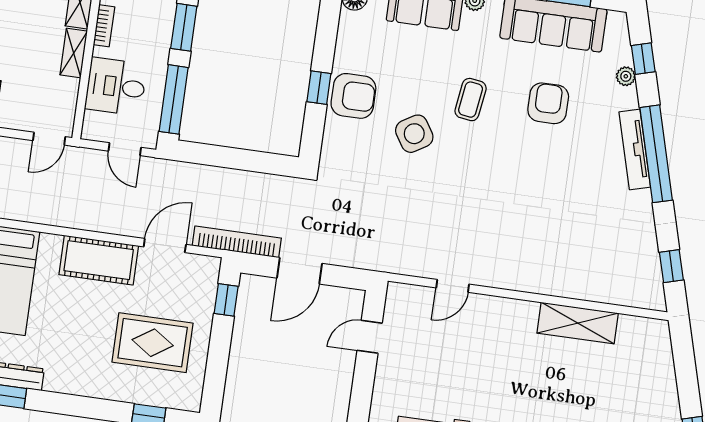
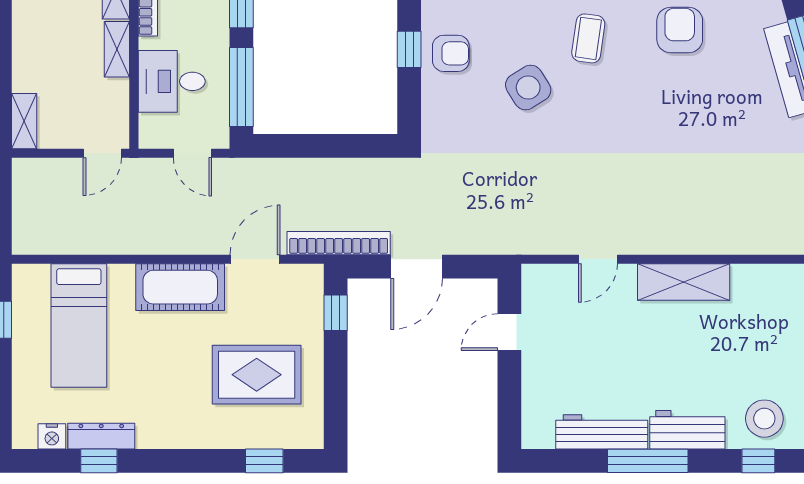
armchair: (353, 96) -> (451, 53), width x0.72, depth x0.72
shelving: (578, 323) -> (684, 282), moved

